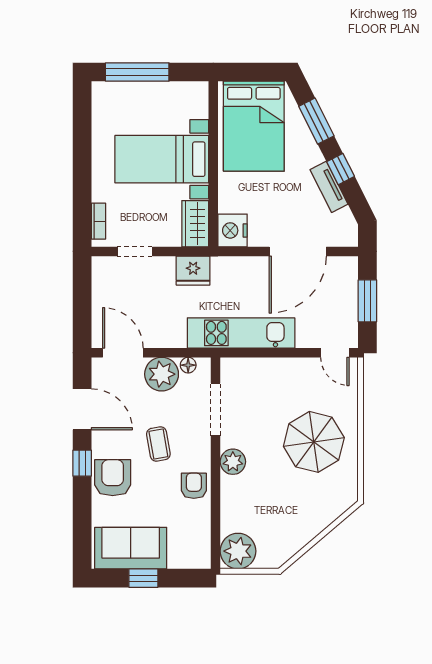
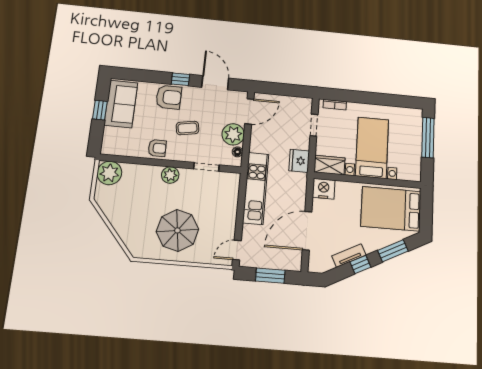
door: (298, 251) -> (307, 231), hinge flipped
door: (82, 409) -> (215, 83), swing flipped
doorway: (216, 409) -> (206, 167), width x0.73

